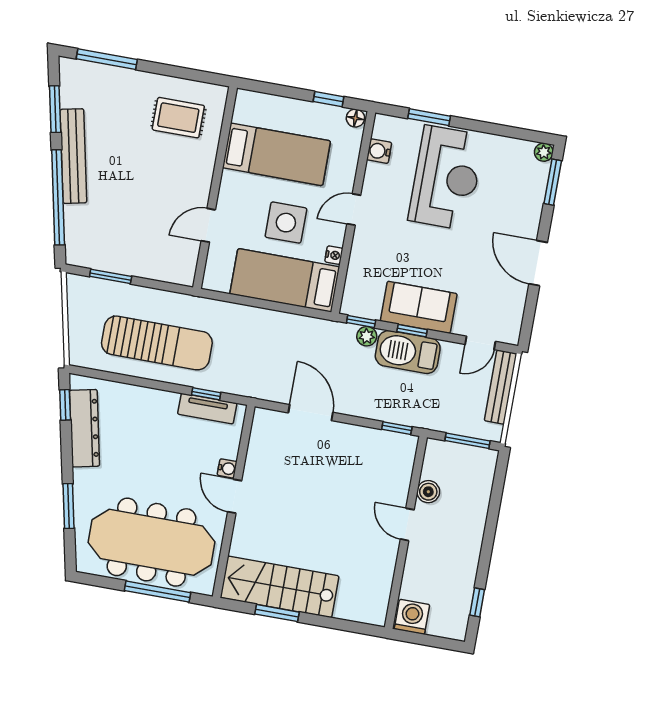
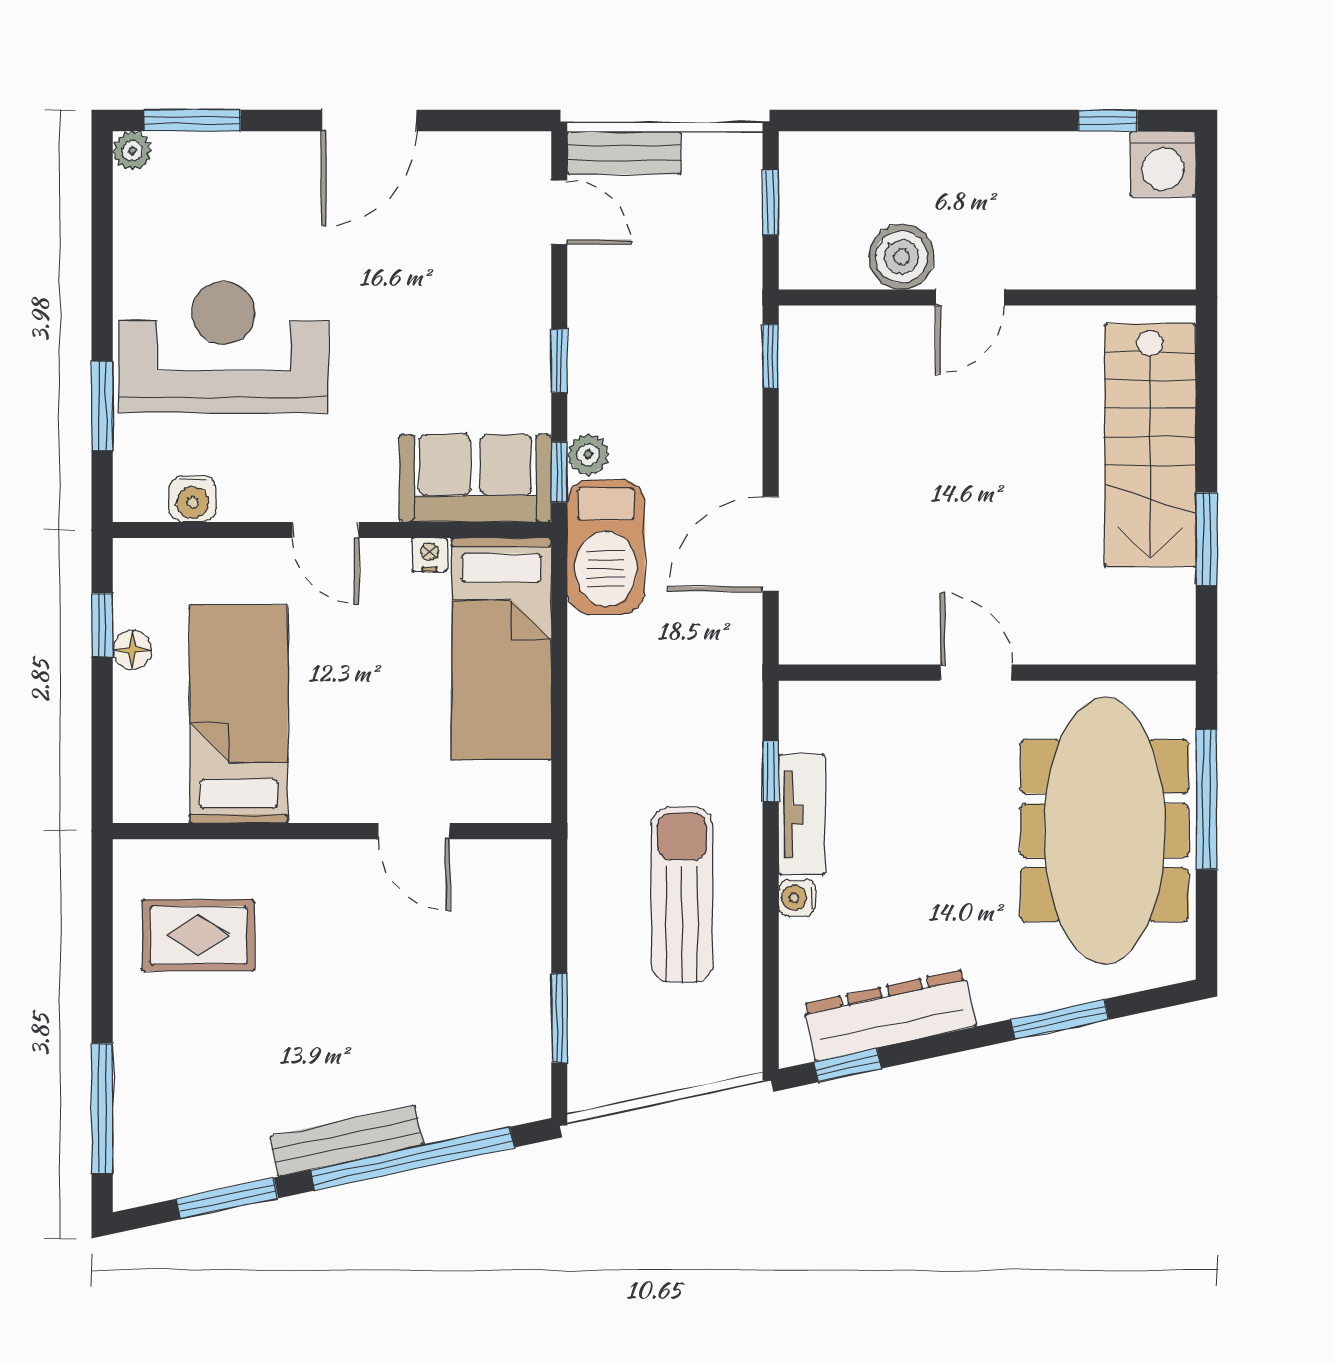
rug: (178, 118) -> (198, 935), turned 90
floor lamp: (355, 118) -> (132, 650), moved
bench: (73, 156) -> (347, 1141), width x0.73, depth x0.82
side table: (286, 223) -> (379, 668), removed
sofa: (419, 307) -> (475, 478), moved, turned 90
sun lounger: (157, 343) -> (682, 895), width x0.73, depth x0.75
barbecue: (408, 352) -> (606, 547), moved
bench: (501, 387) -> (624, 153), width x0.73
tv unit: (207, 409) -> (802, 815), moved
window: (467, 441) -> (771, 202), width x0.67
water cooler: (227, 468) -> (797, 898), moved, turned -90
boiler: (428, 492) -> (902, 257), width x1.36, depth x1.36
door: (235, 496) -> (976, 673), swing flipped
stairs: (280, 587) -> (1150, 445), moved
washing machine: (412, 617) -> (1163, 164), moved, turned -90

